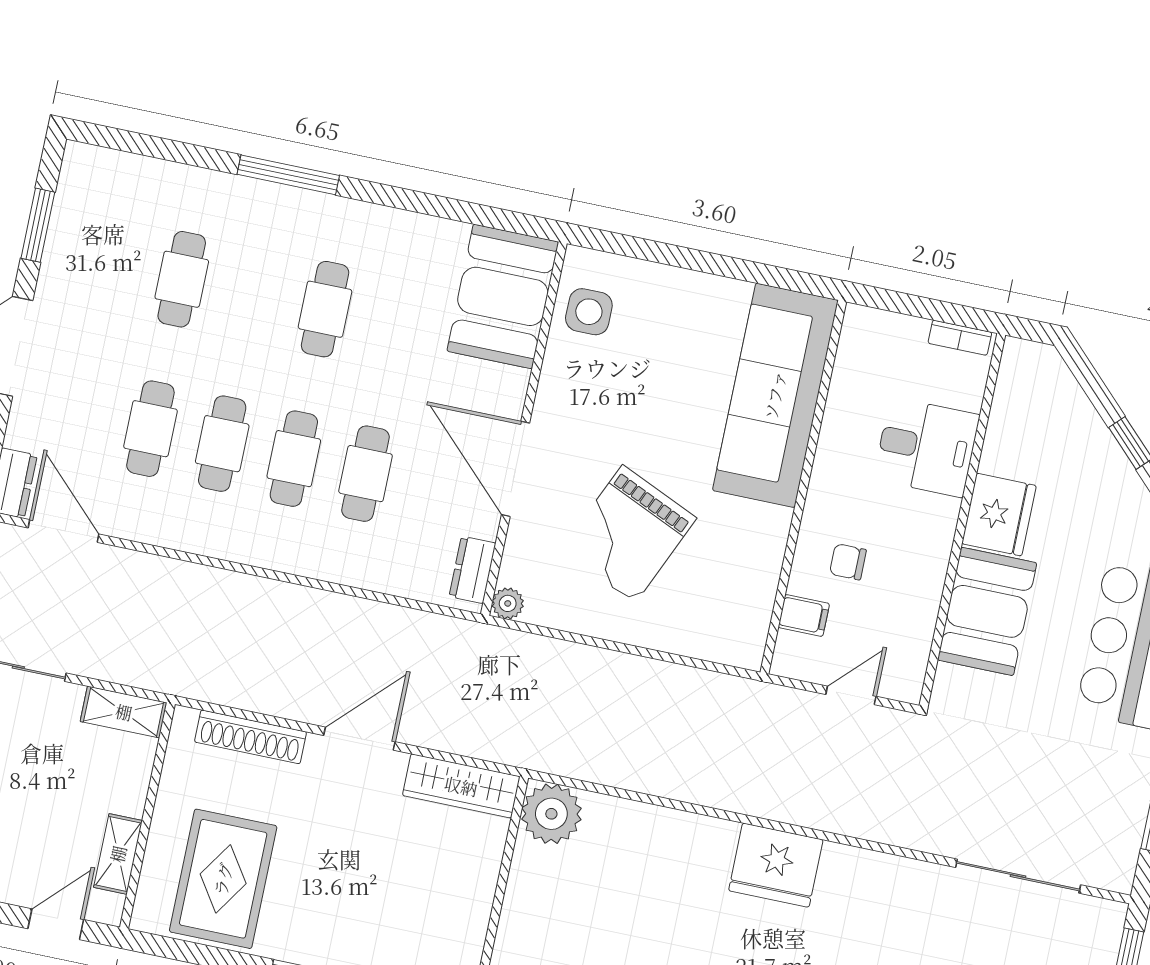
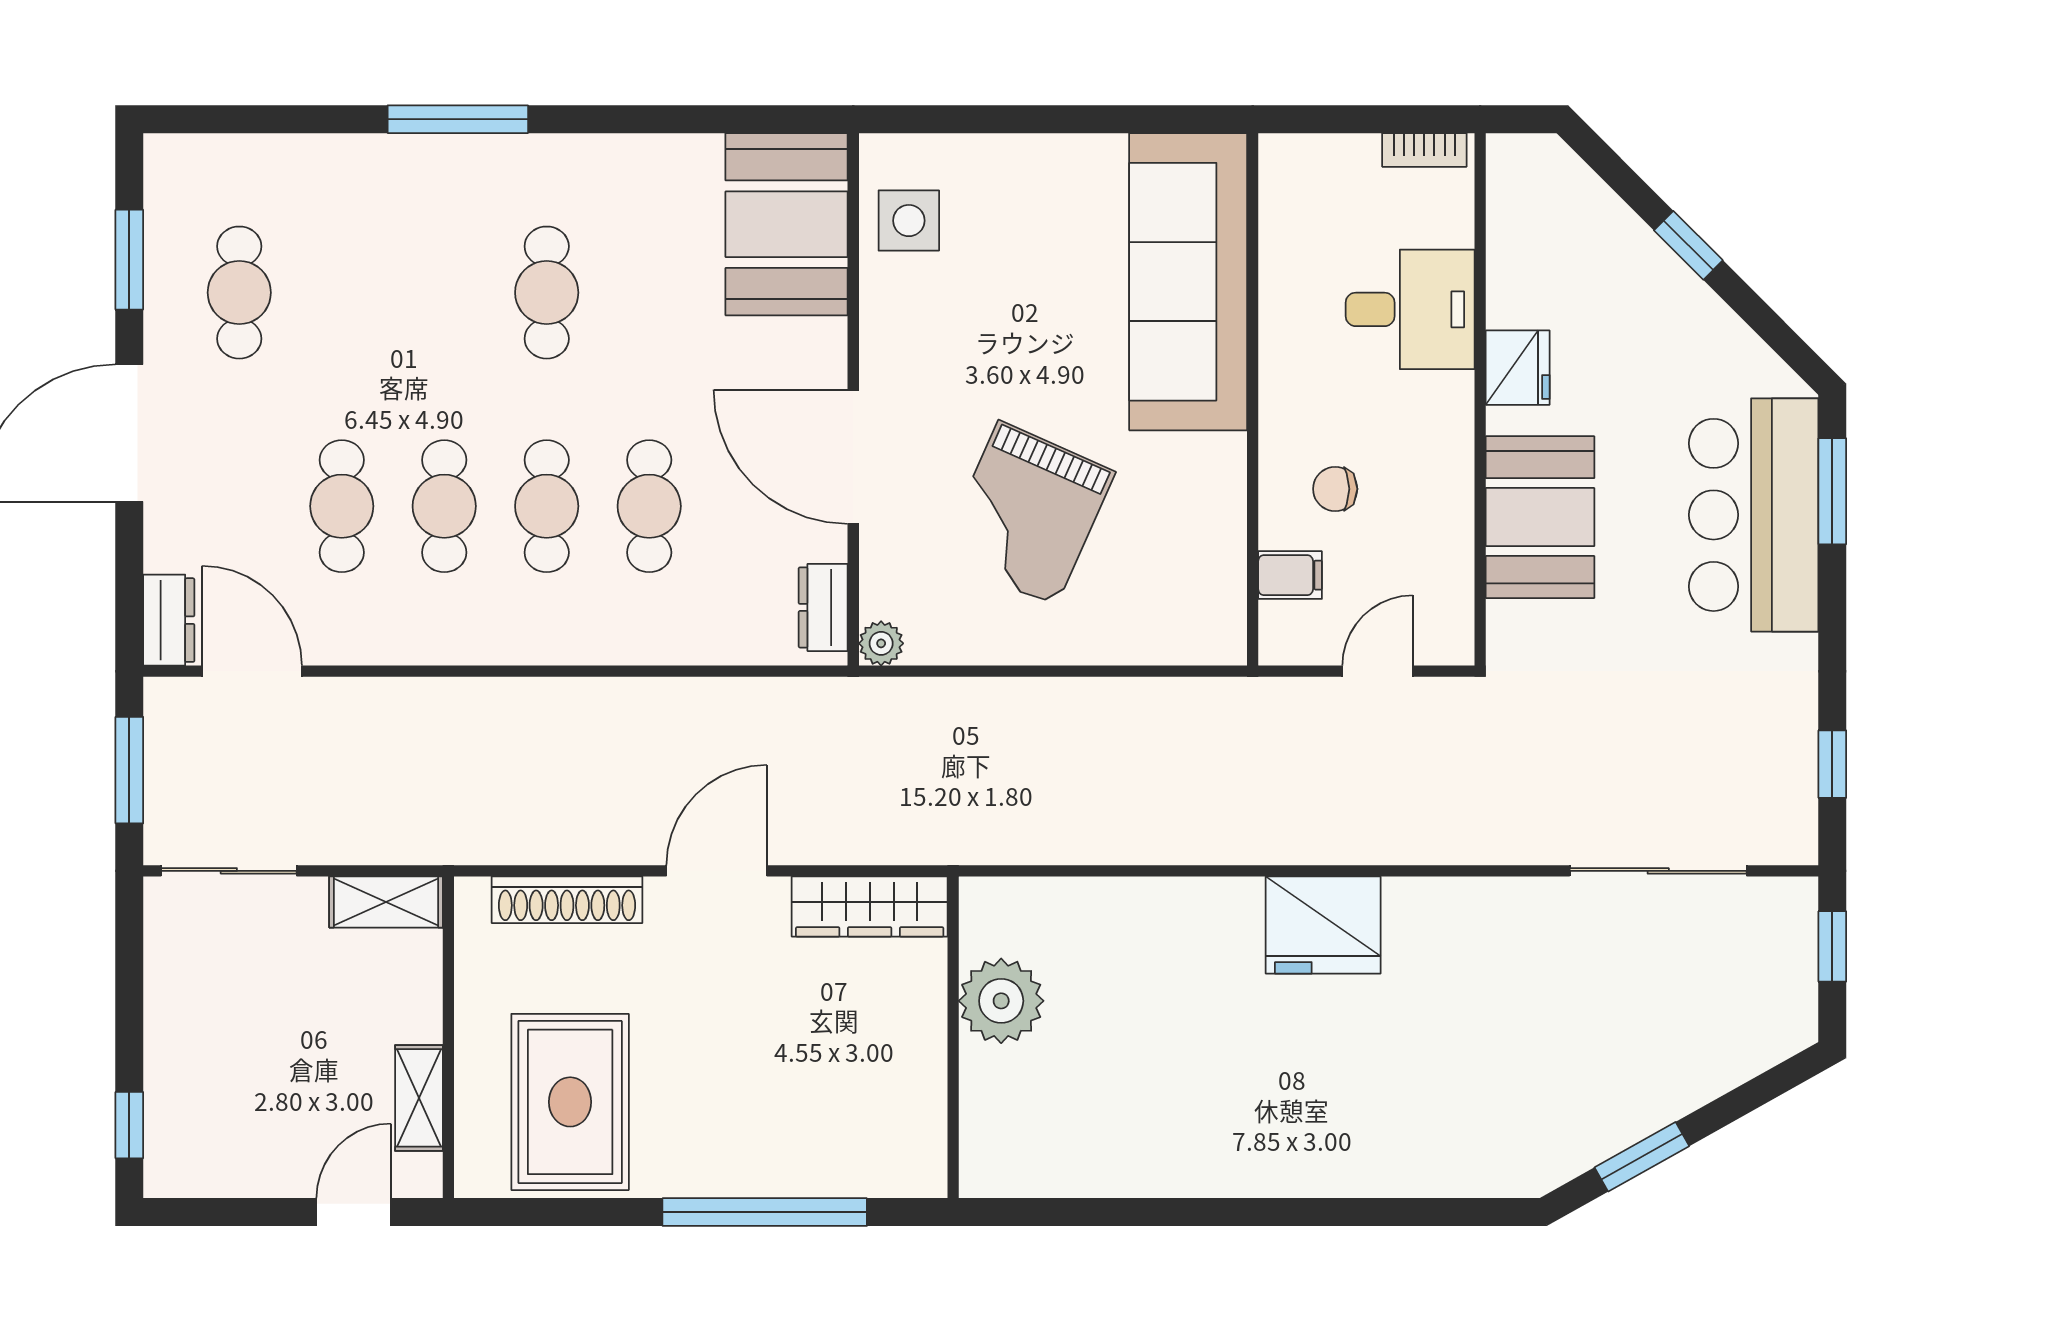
cafe table: (182, 279) -> (239, 293), moved
fridge: (999, 515) -> (1518, 368), width x0.73, depth x0.75
plant: (551, 814) -> (1001, 1001), moved

